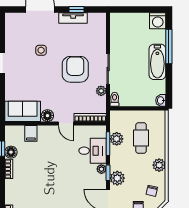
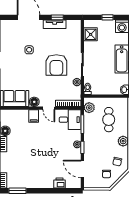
window: (140, 10) -> (108, 17), added
shower: (118, 31) -> (91, 34), added
armchair: (75, 69) -> (56, 65), turned 180
filing cabinet: (31, 133) -> (34, 116), moved
plant: (117, 139) -> (89, 108), moved
desk: (93, 151) -> (70, 120), moved
plant: (117, 178) -> (90, 152), removed

